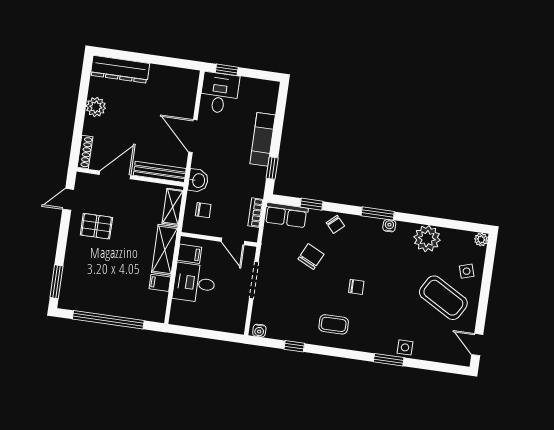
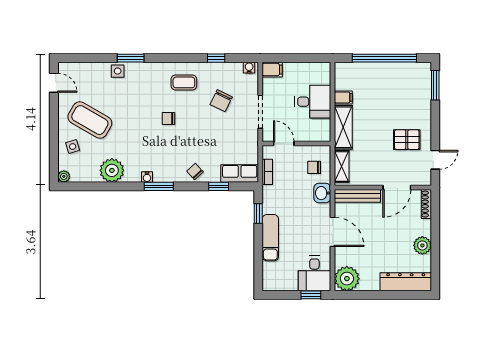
plant: (184, 82) -> (347, 279), added
filing cabinet: (190, 254) -> (272, 70), moved, turned 180
chair: (311, 257) -> (221, 101), moved

